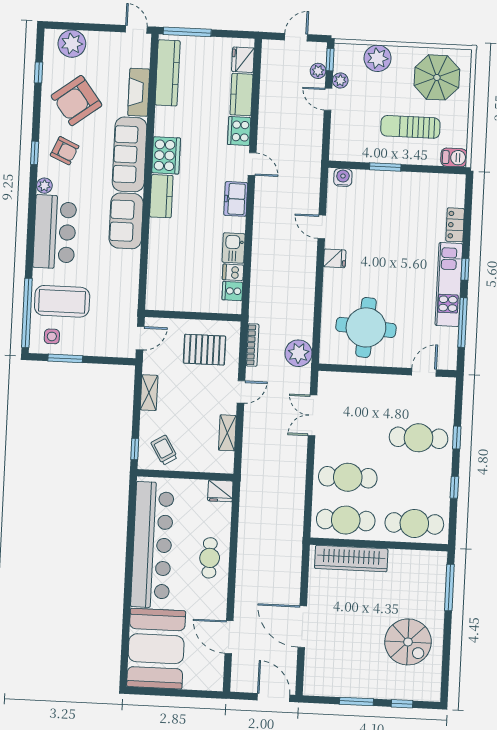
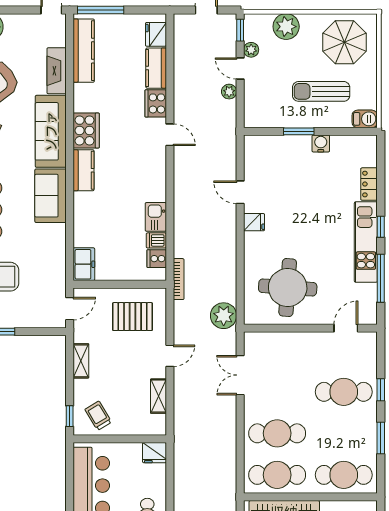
plant: (318, 71) -> (229, 92), moved
water cooler: (343, 177) -> (321, 143), moved
freezer: (236, 199) -> (84, 264), moved, turned 180
bookcase: (252, 345) -> (179, 279), moved
window: (454, 487) -> (381, 438), width x1.50

